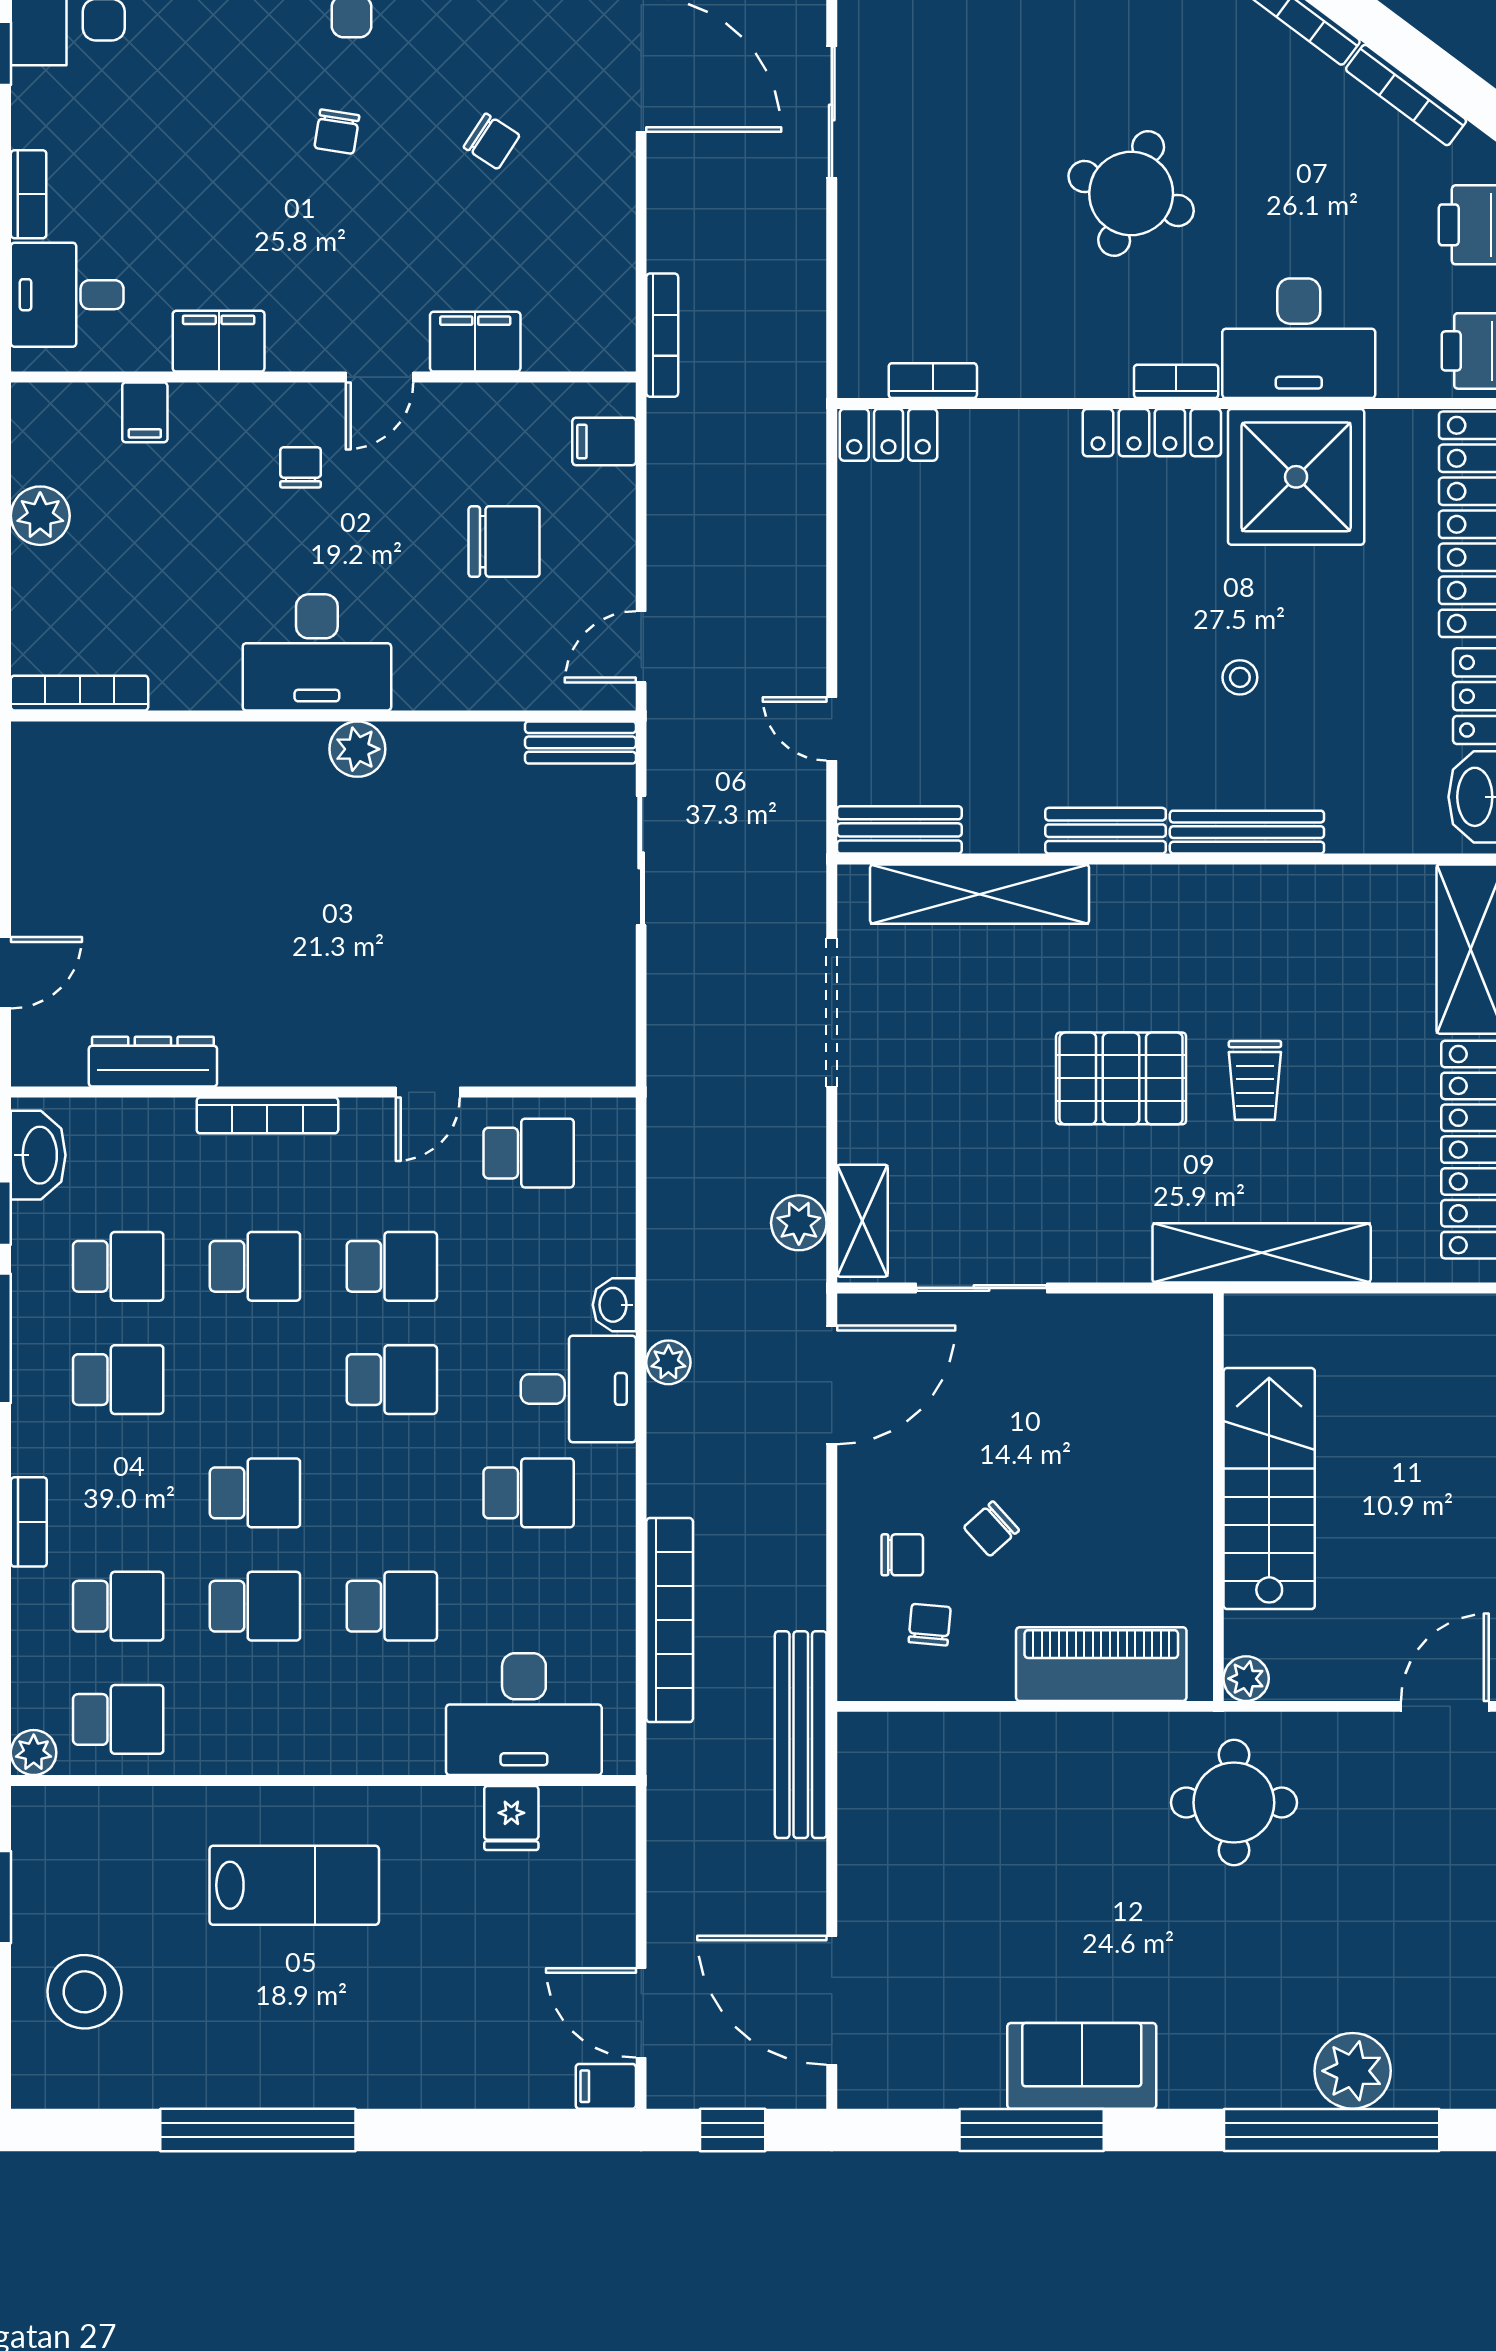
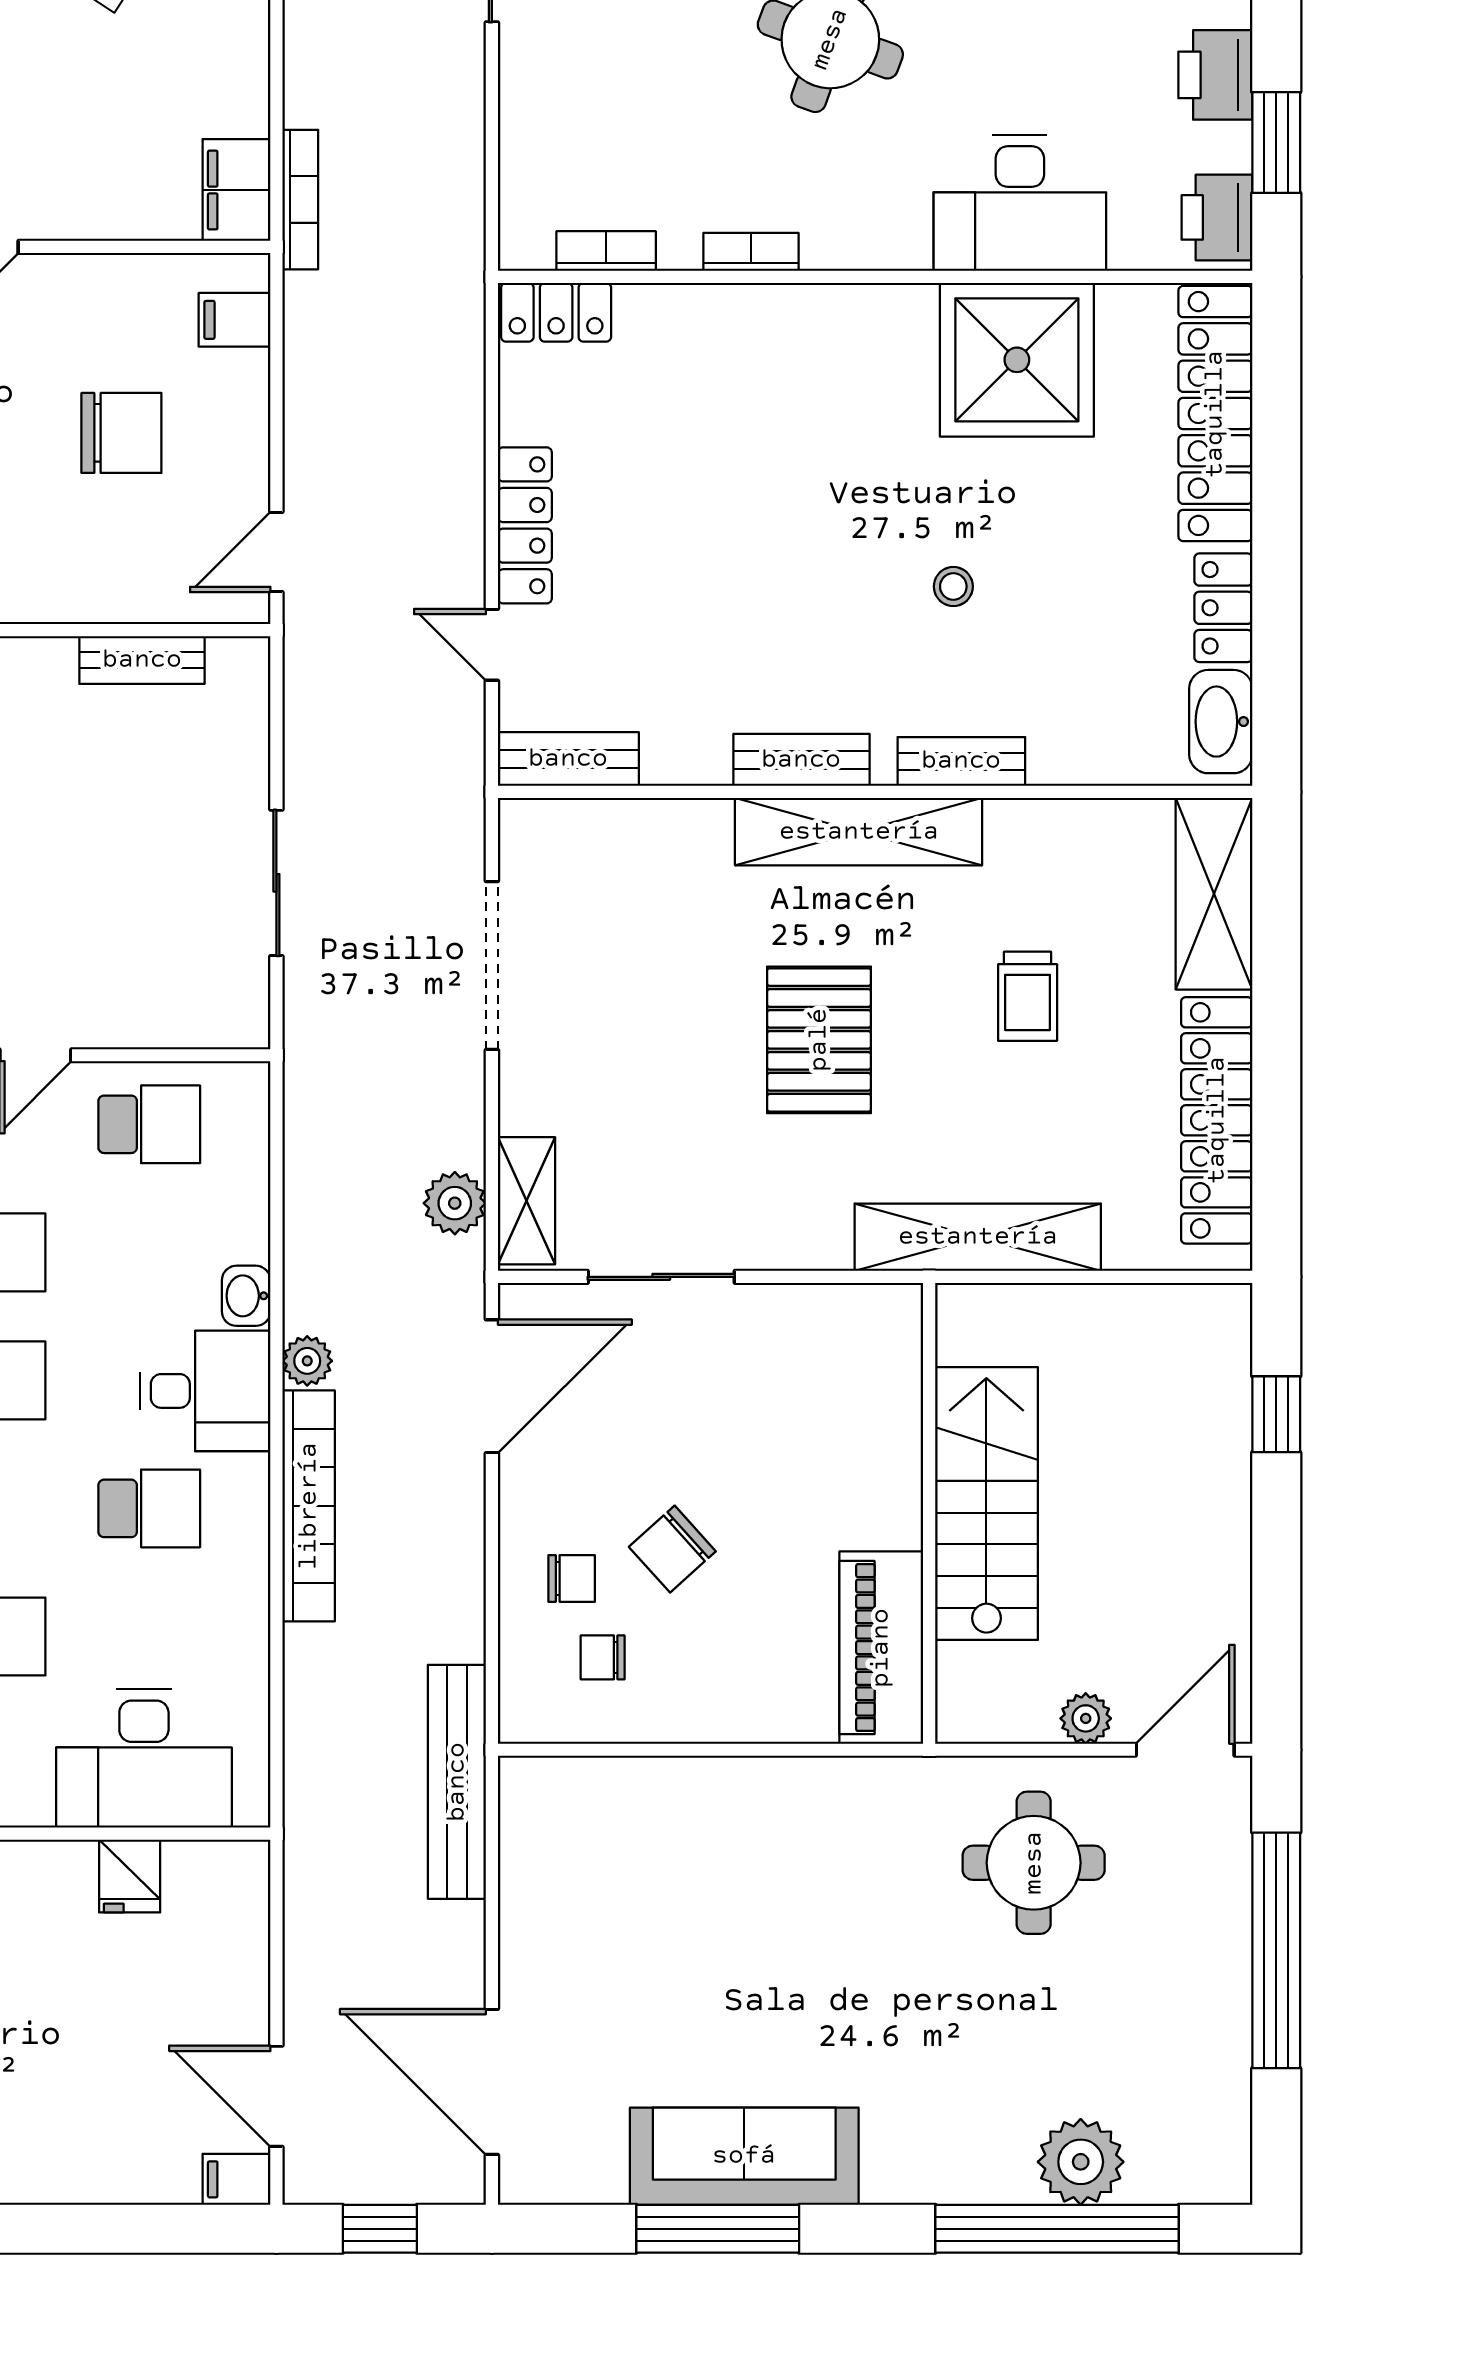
filing cabinet: (475, 342) -> (236, 190), moved, turned -90
bookcase: (1176, 381) -> (751, 252), moved
locker: (1152, 433) -> (525, 525), moved, turned -90
bench: (580, 742) -> (142, 660), moved
bench: (1247, 832) -> (961, 761), width x0.73
sliding door: (641, 860) -> (276, 883), moved
shelving: (980, 894) -> (859, 832), moved
pallet: (1121, 1078) -> (819, 1040), turned 90
trolley: (1255, 1080) -> (1028, 996), moved
chair: (991, 1529) -> (672, 1549), width x1.37, depth x1.37
bookcase: (670, 1620) -> (309, 1506), moved
chair: (930, 1625) -> (603, 1657), turned -95
piano: (1101, 1664) -> (881, 1648), moved, turned -90
plant: (1246, 1679) -> (1086, 1718), moved
round table: (1234, 1803) -> (1034, 1863), moved
sofa: (1082, 2066) -> (744, 2156), width x1.36

